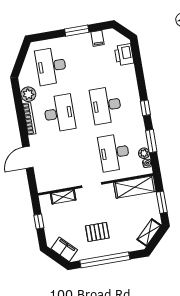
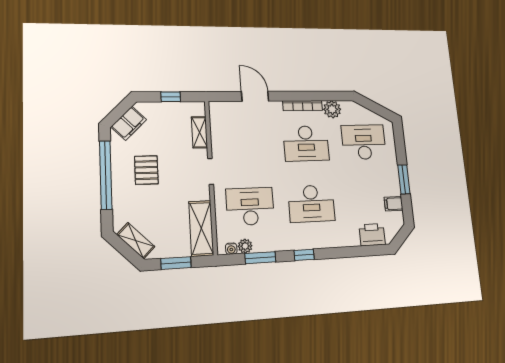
desk: (106, 105) -> (311, 204), turned 180

